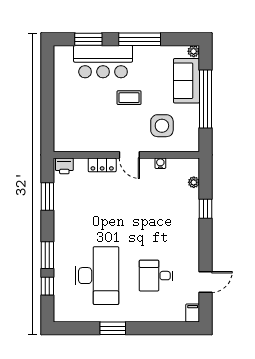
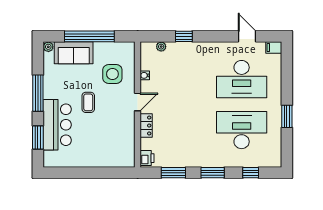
window: (47, 255) -> (213, 173), moved
desk: (156, 276) -> (242, 79), width x1.87, depth x1.30

